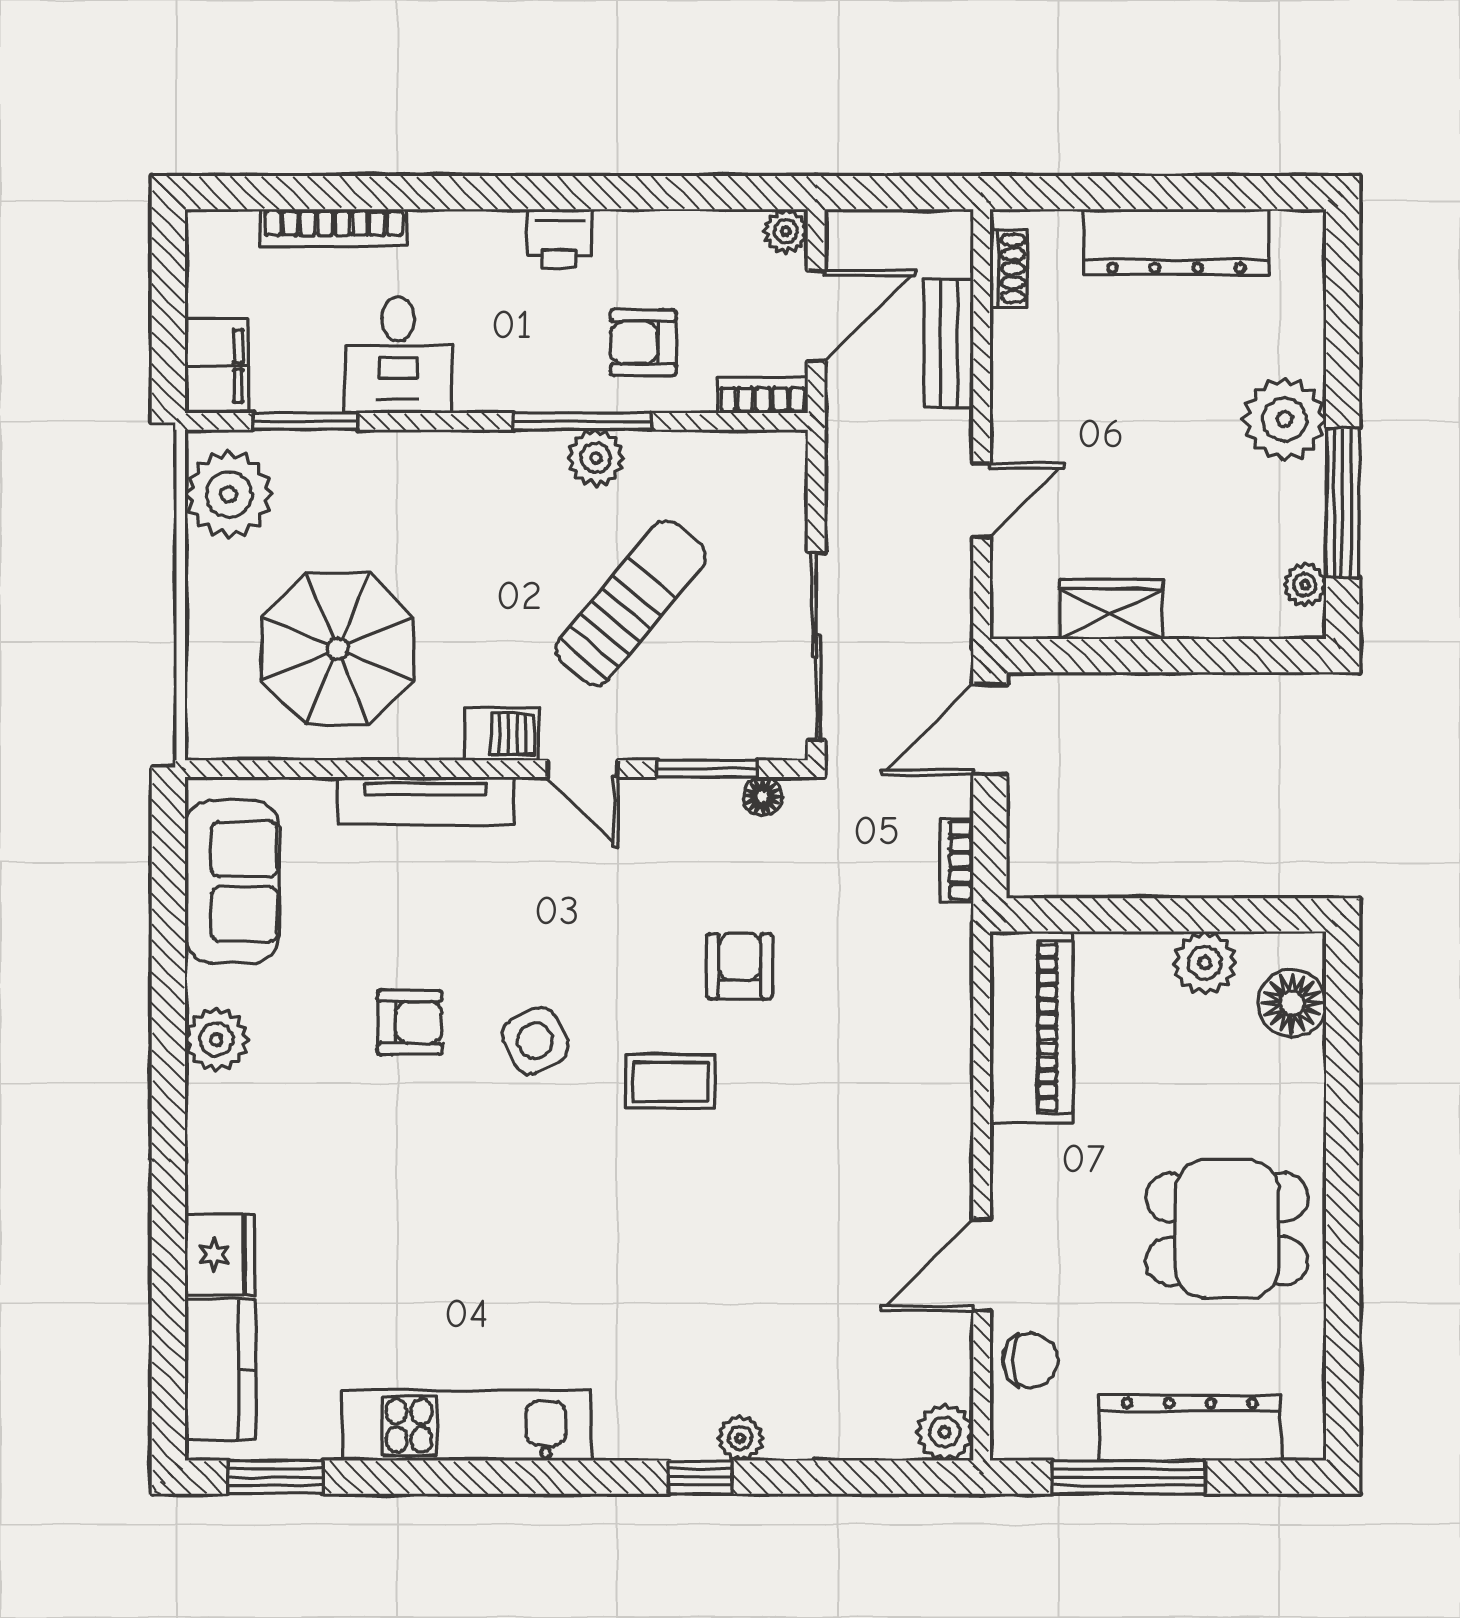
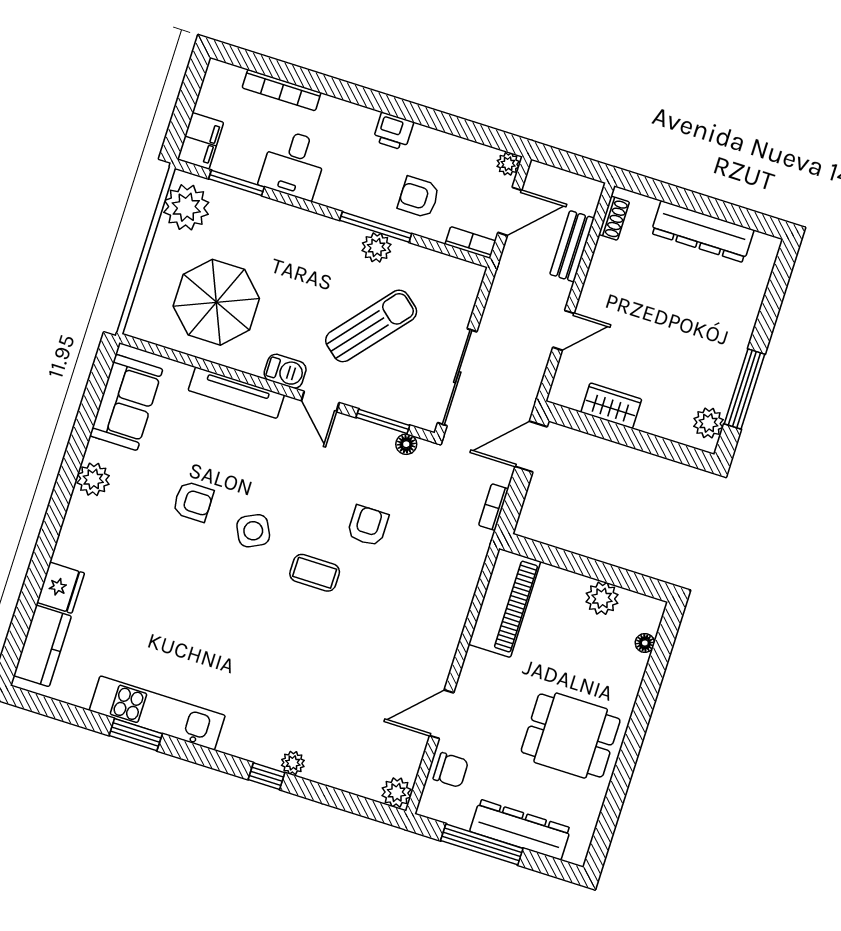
plant: (1284, 419) -> (729, 338), removed
plant: (1305, 585) -> (709, 423), width x1.38, depth x1.38
floor lamp: (1292, 1003) -> (645, 643), width x0.53, depth x0.53
window: (276, 1477) -> (136, 735), moved

